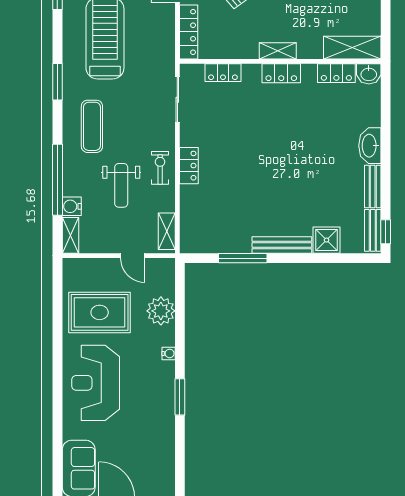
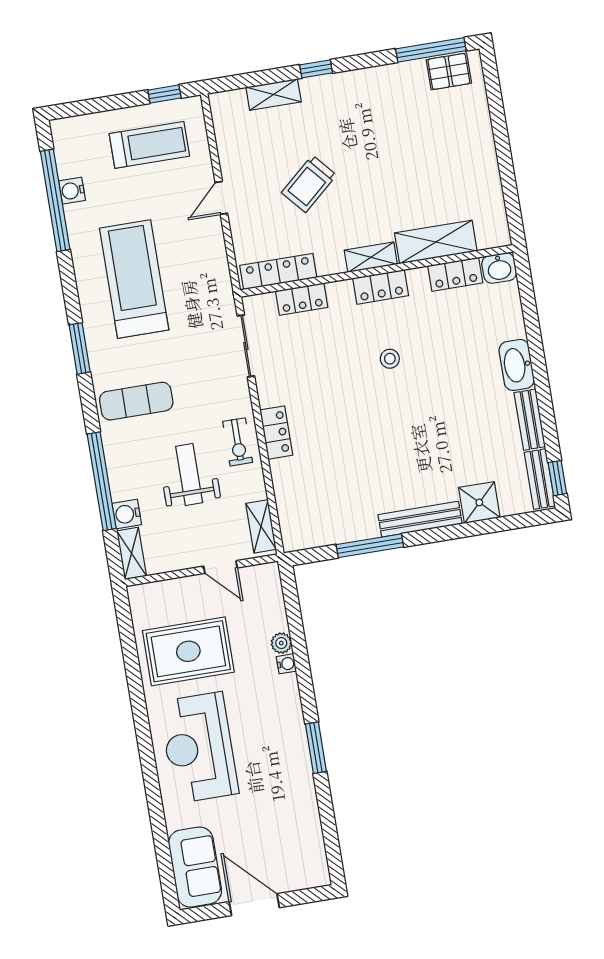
locker: (189, 32) -> (278, 272), moved, turned -90
shelving: (352, 48) -> (436, 242), moved
exercise mat: (92, 126) -> (136, 401), turned 90
stool: (279, 126) -> (390, 359), added
exercise bike: (160, 168) -> (238, 442), turned 180
weight bench: (121, 185) -> (189, 474), turned 180
plant: (161, 311) -> (281, 643), width x0.53, depth x0.53
water cooler: (169, 353) -> (286, 664), moved

